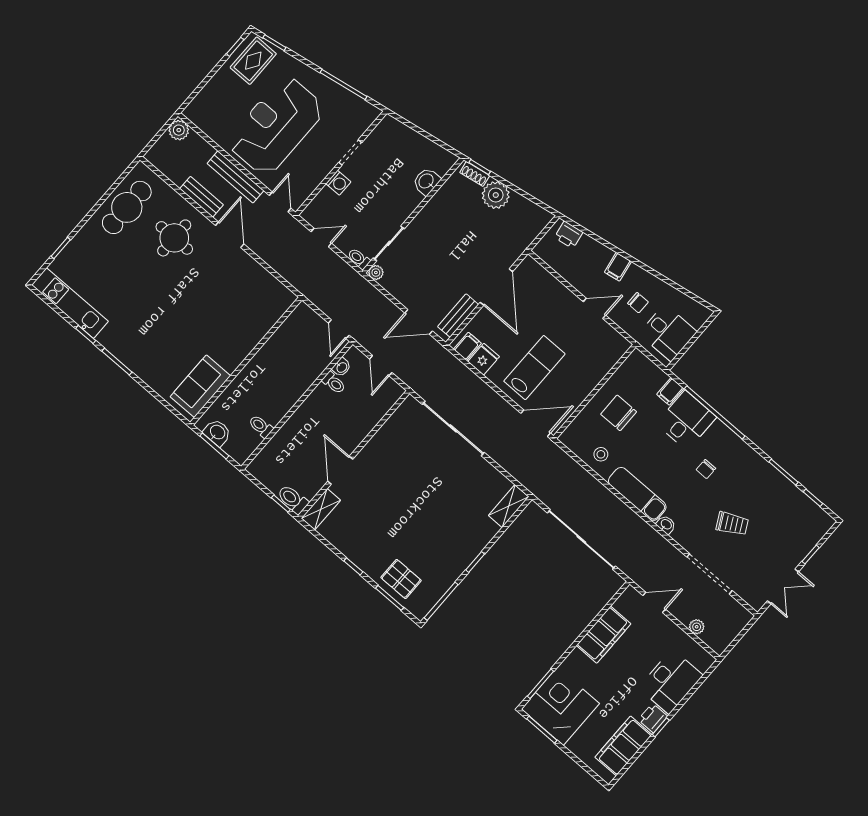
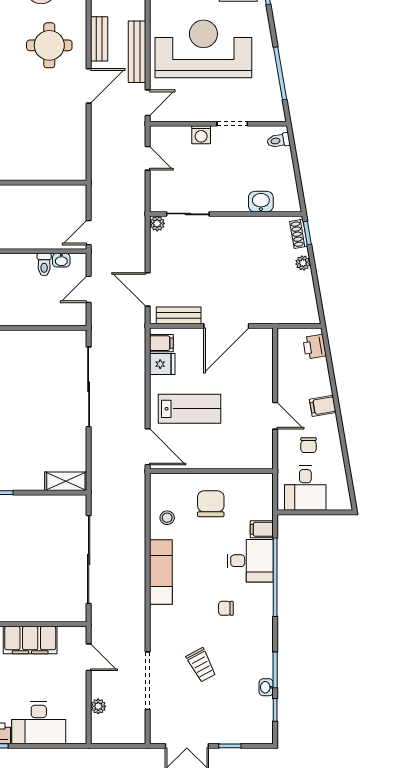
plant: (496, 195) -> (303, 263), width x0.53, depth x0.53
toilet: (359, 259) -> (278, 140), moved, turned -100
washbasin: (666, 525) -> (266, 687), moved, turned 180

